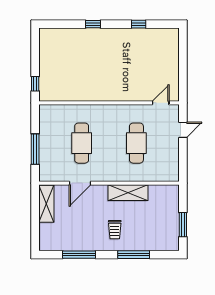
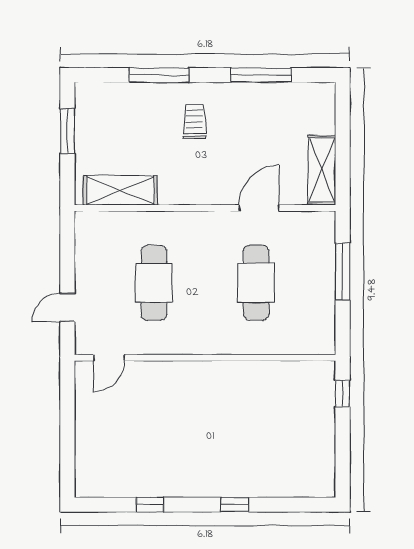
shelving: (128, 193) -> (120, 190), moved

